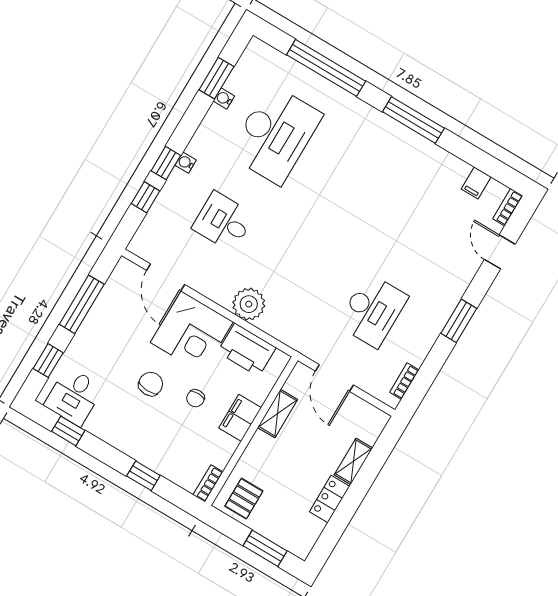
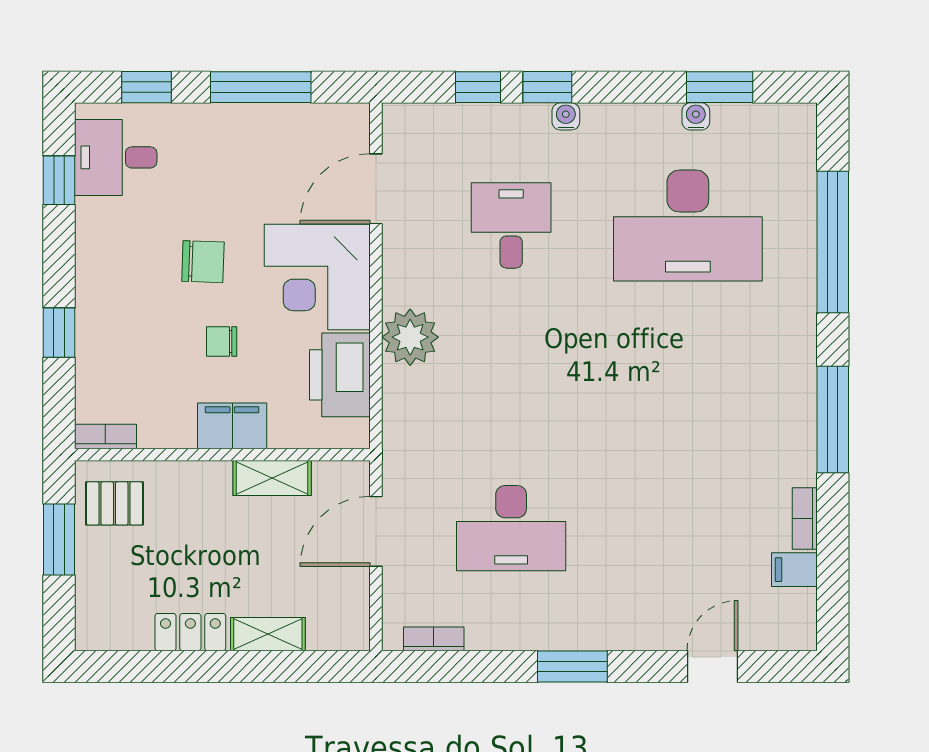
bookcase: (508, 207) -> (805, 518), moved, turned -90
window: (265, 548) -> (59, 540), moved

